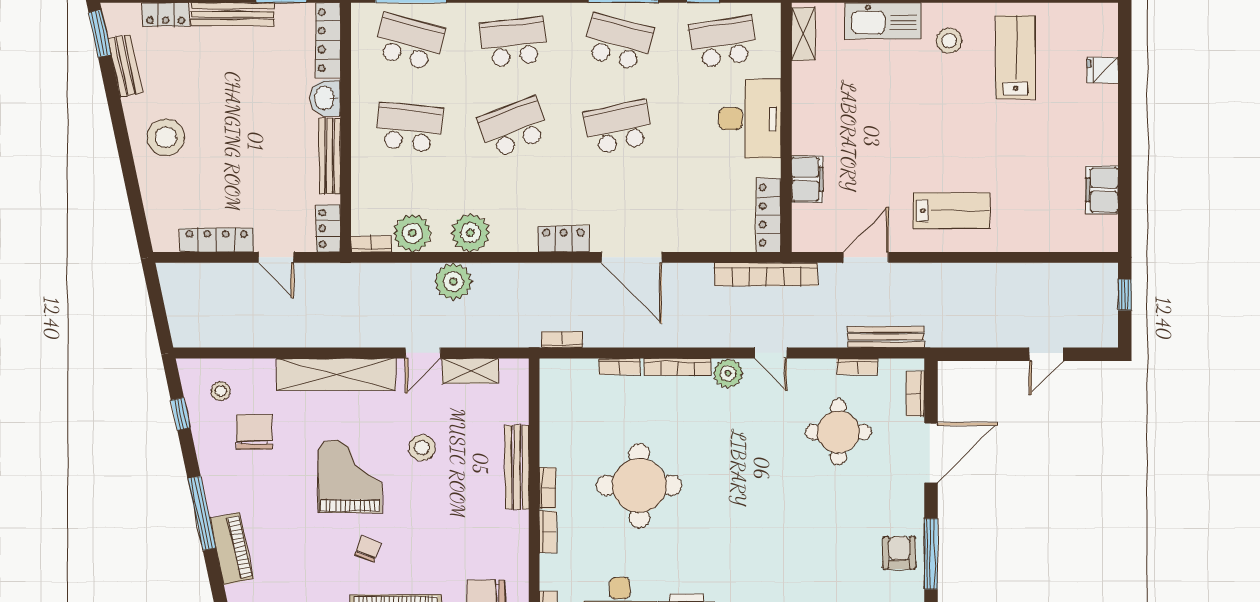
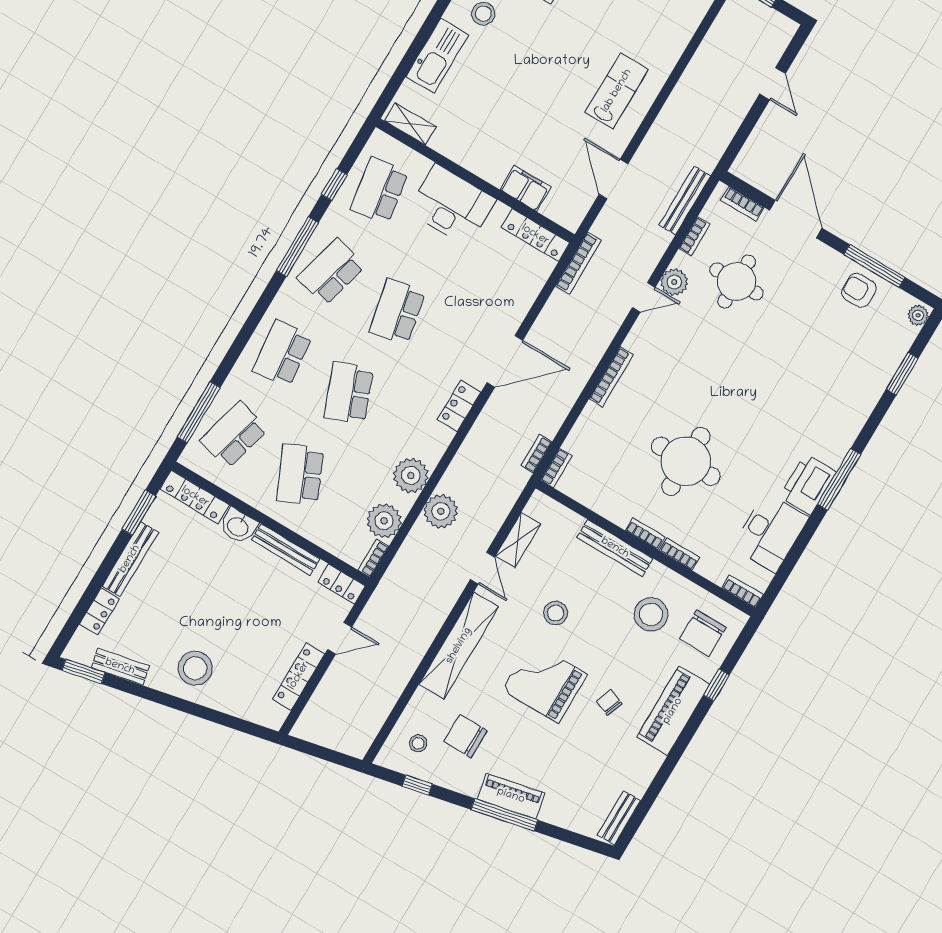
school desk: (409, 127) -> (300, 474), turned -30
bookcase: (766, 274) -> (578, 263), width x0.68, depth x0.76
bookcase: (619, 367) -> (556, 468), moved
plant: (728, 373) -> (674, 282), moved
stool: (474, 539) -> (651, 614), added
piano: (232, 548) -> (511, 796), moved

